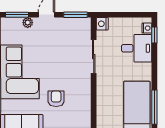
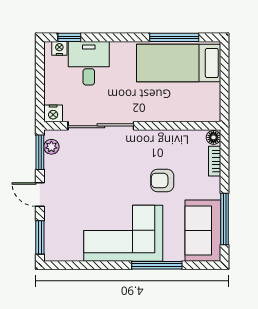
plant: (28, 23) -> (51, 147), moved
sliding door: (94, 57) -> (101, 126), width x1.37

